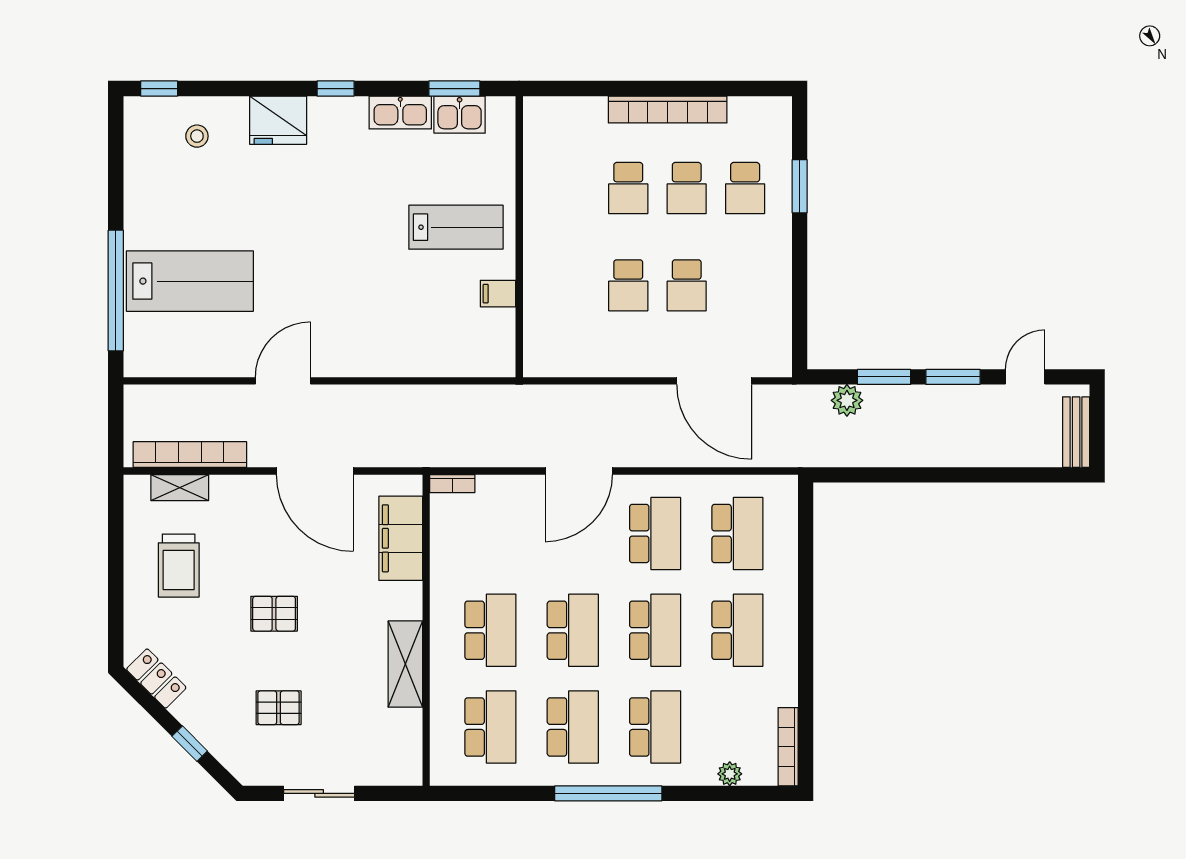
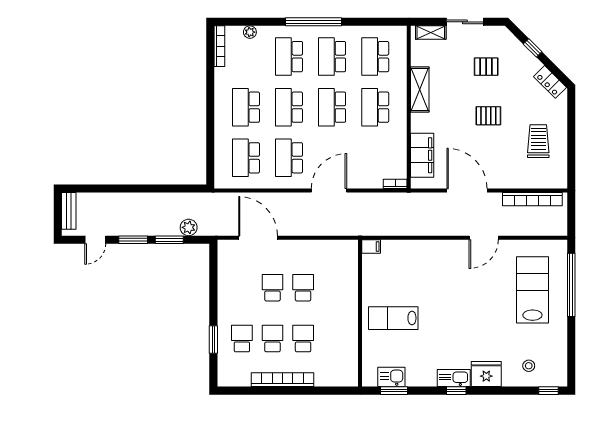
kitchen sink: (400, 112) -> (454, 378), moved
lab bench: (190, 281) -> (532, 290), turned 90
filing cabinet: (498, 294) -> (371, 246), moved
shelving: (180, 488) -> (431, 33), moved

